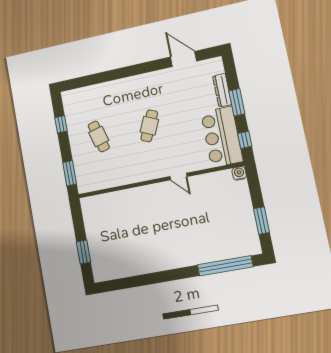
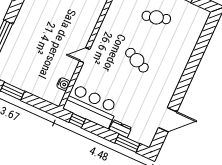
dresser: (222, 90) -> (120, 129), width x0.70
window: (237, 102) -> (127, 143), moved
water cooler: (239, 173) -> (63, 84), moved

